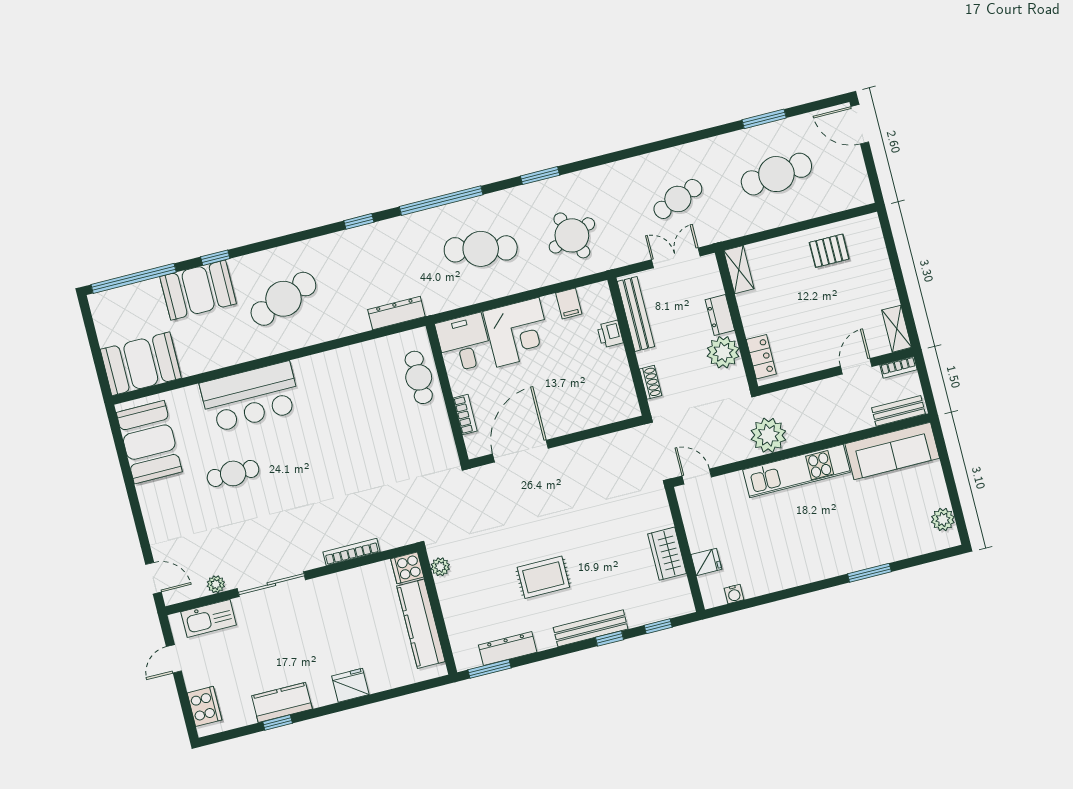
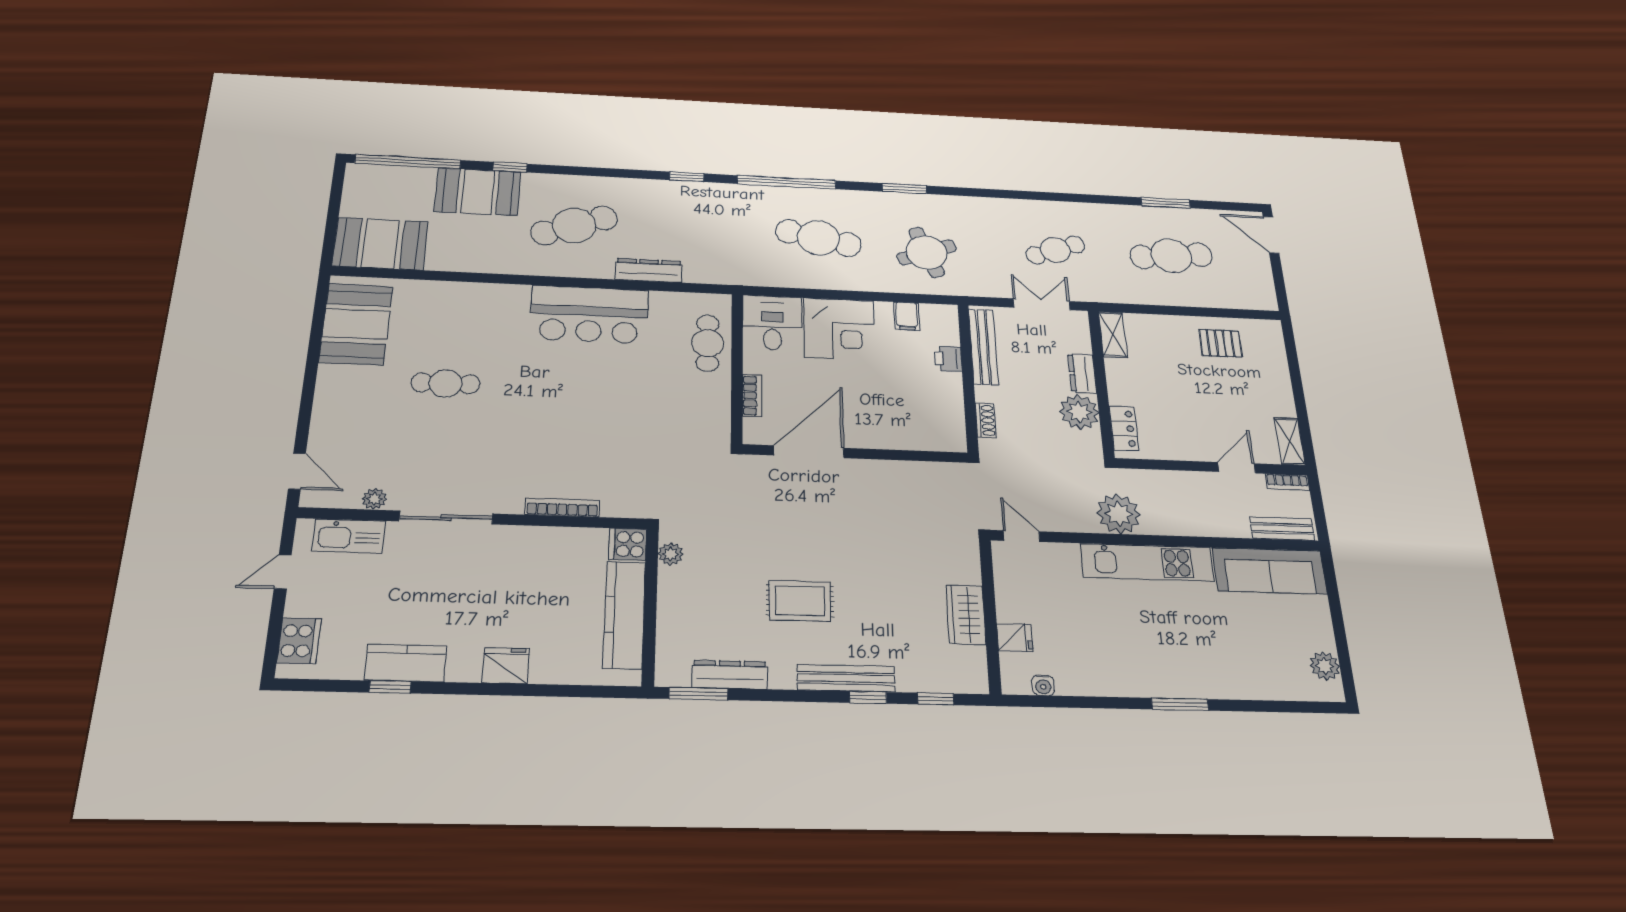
dresser: (396, 313) -> (649, 270), moved
bar counter: (250, 397) -> (589, 314), moved
window: (869, 573) -> (1180, 704), moved

